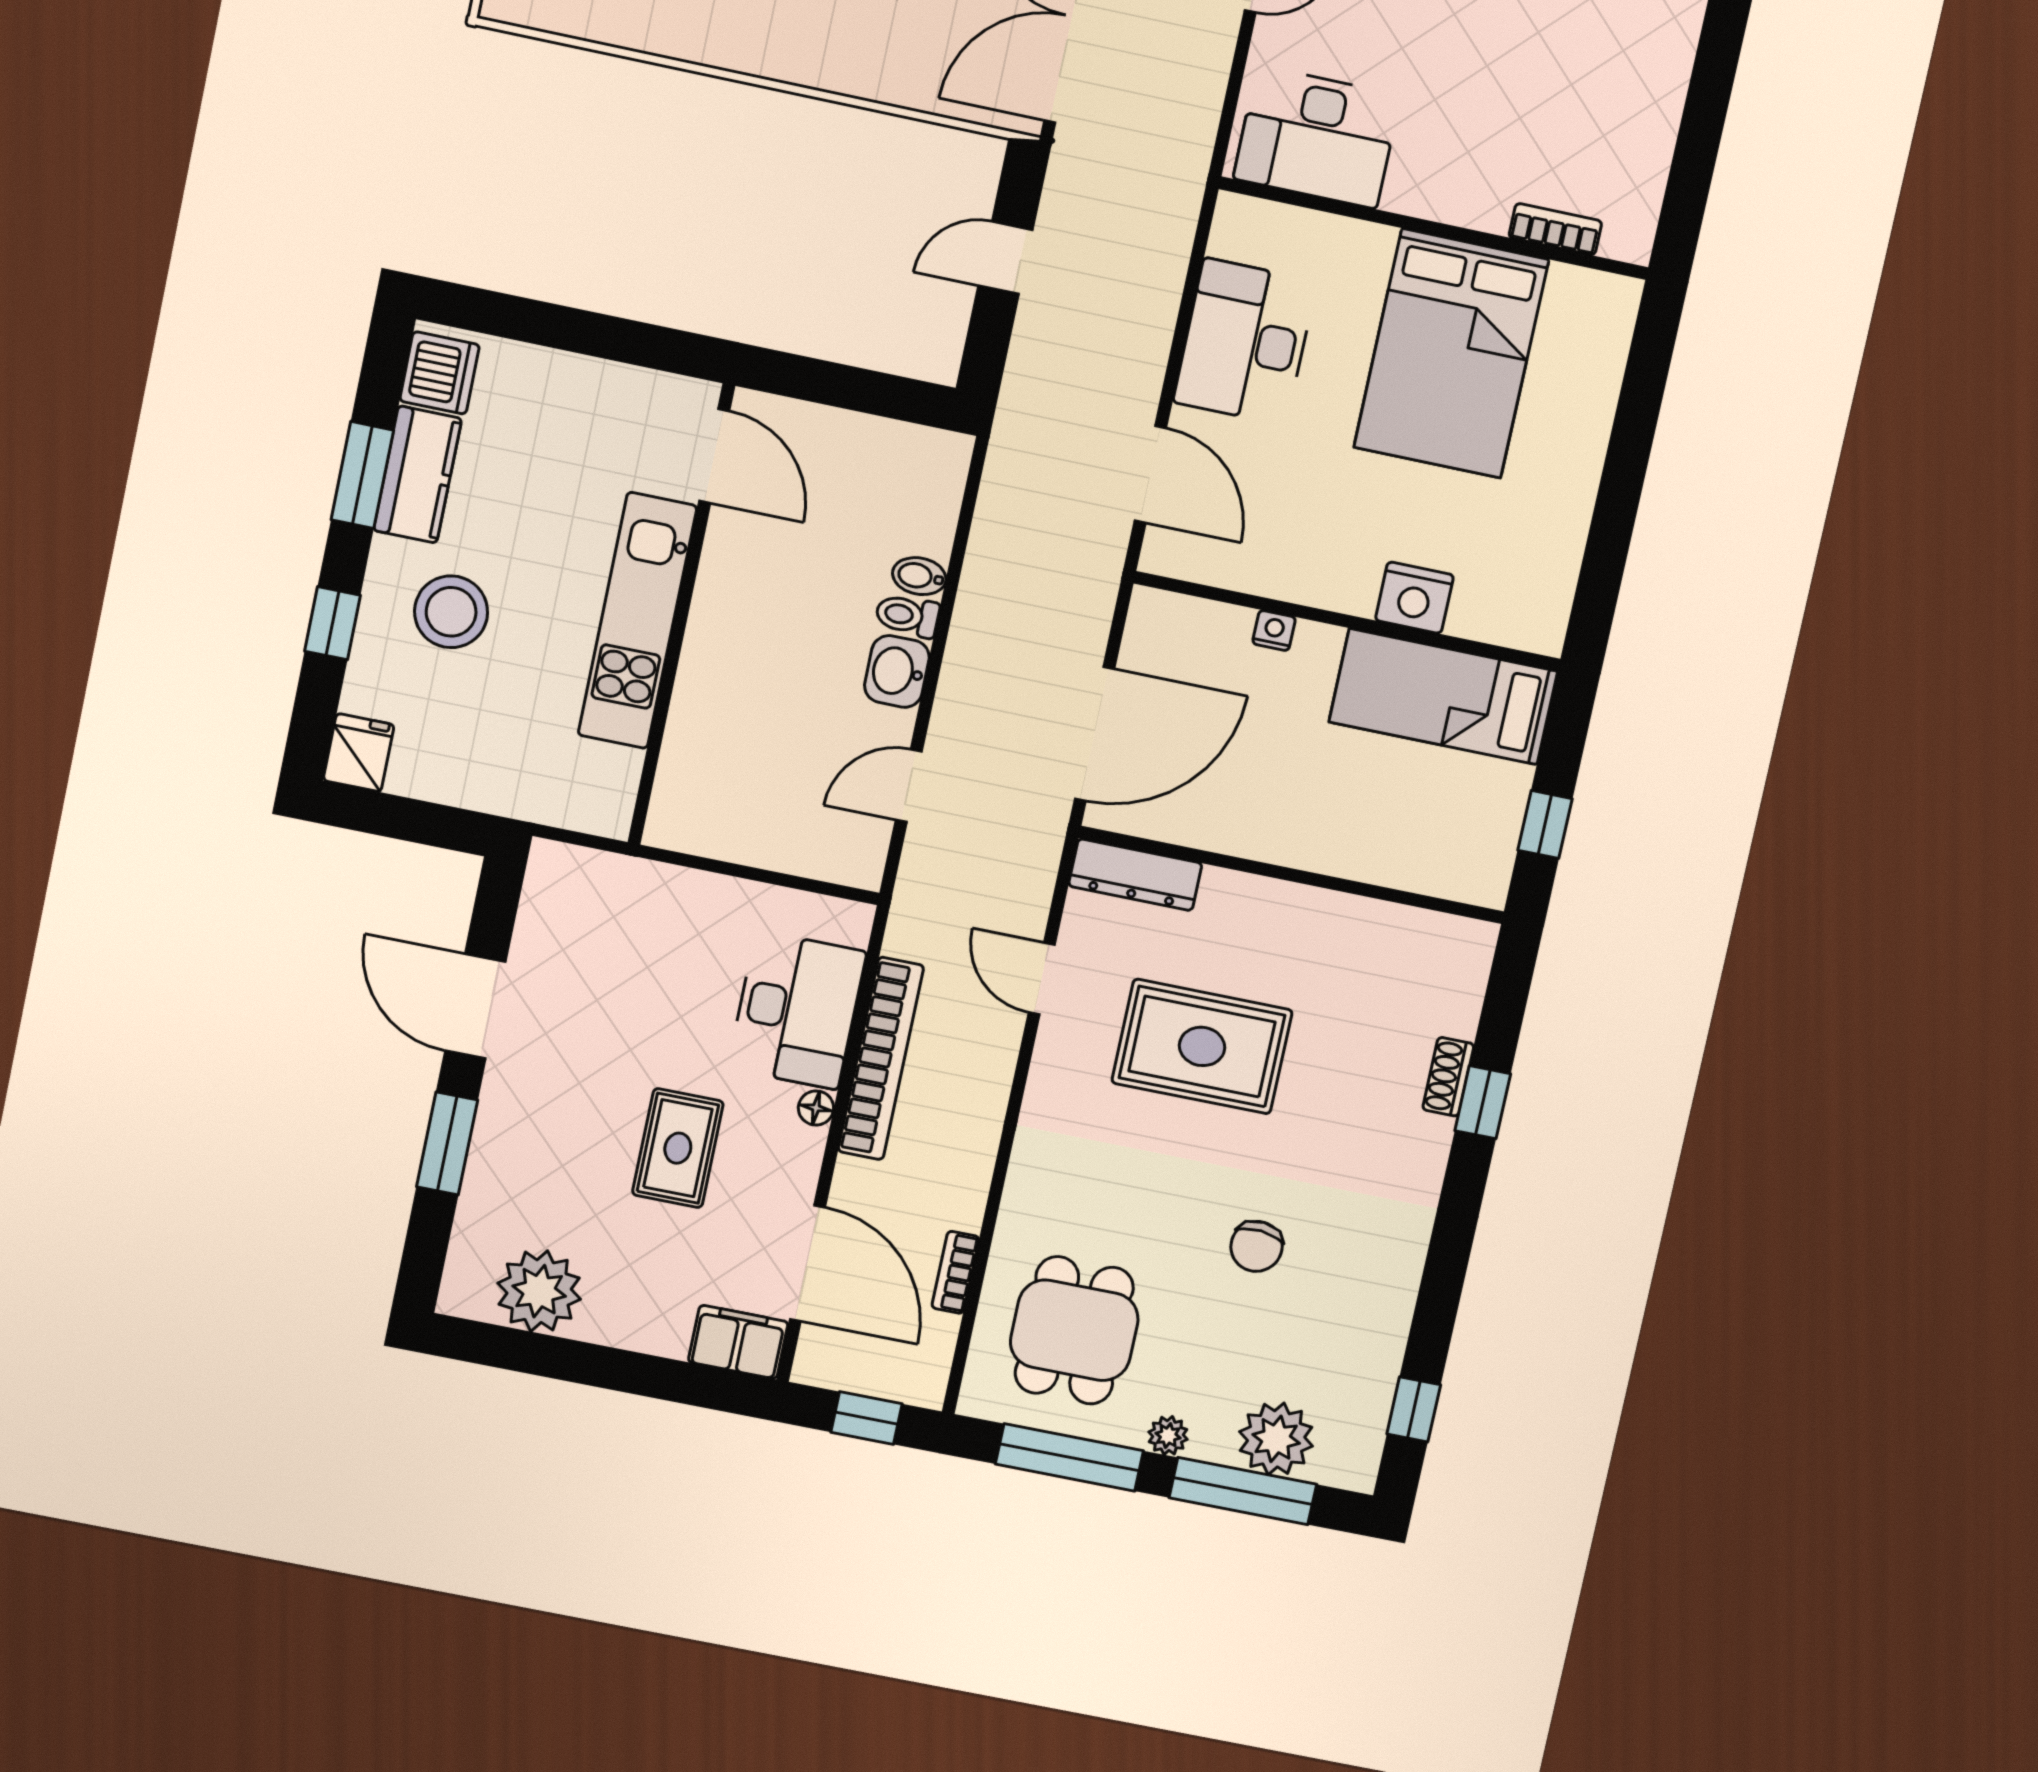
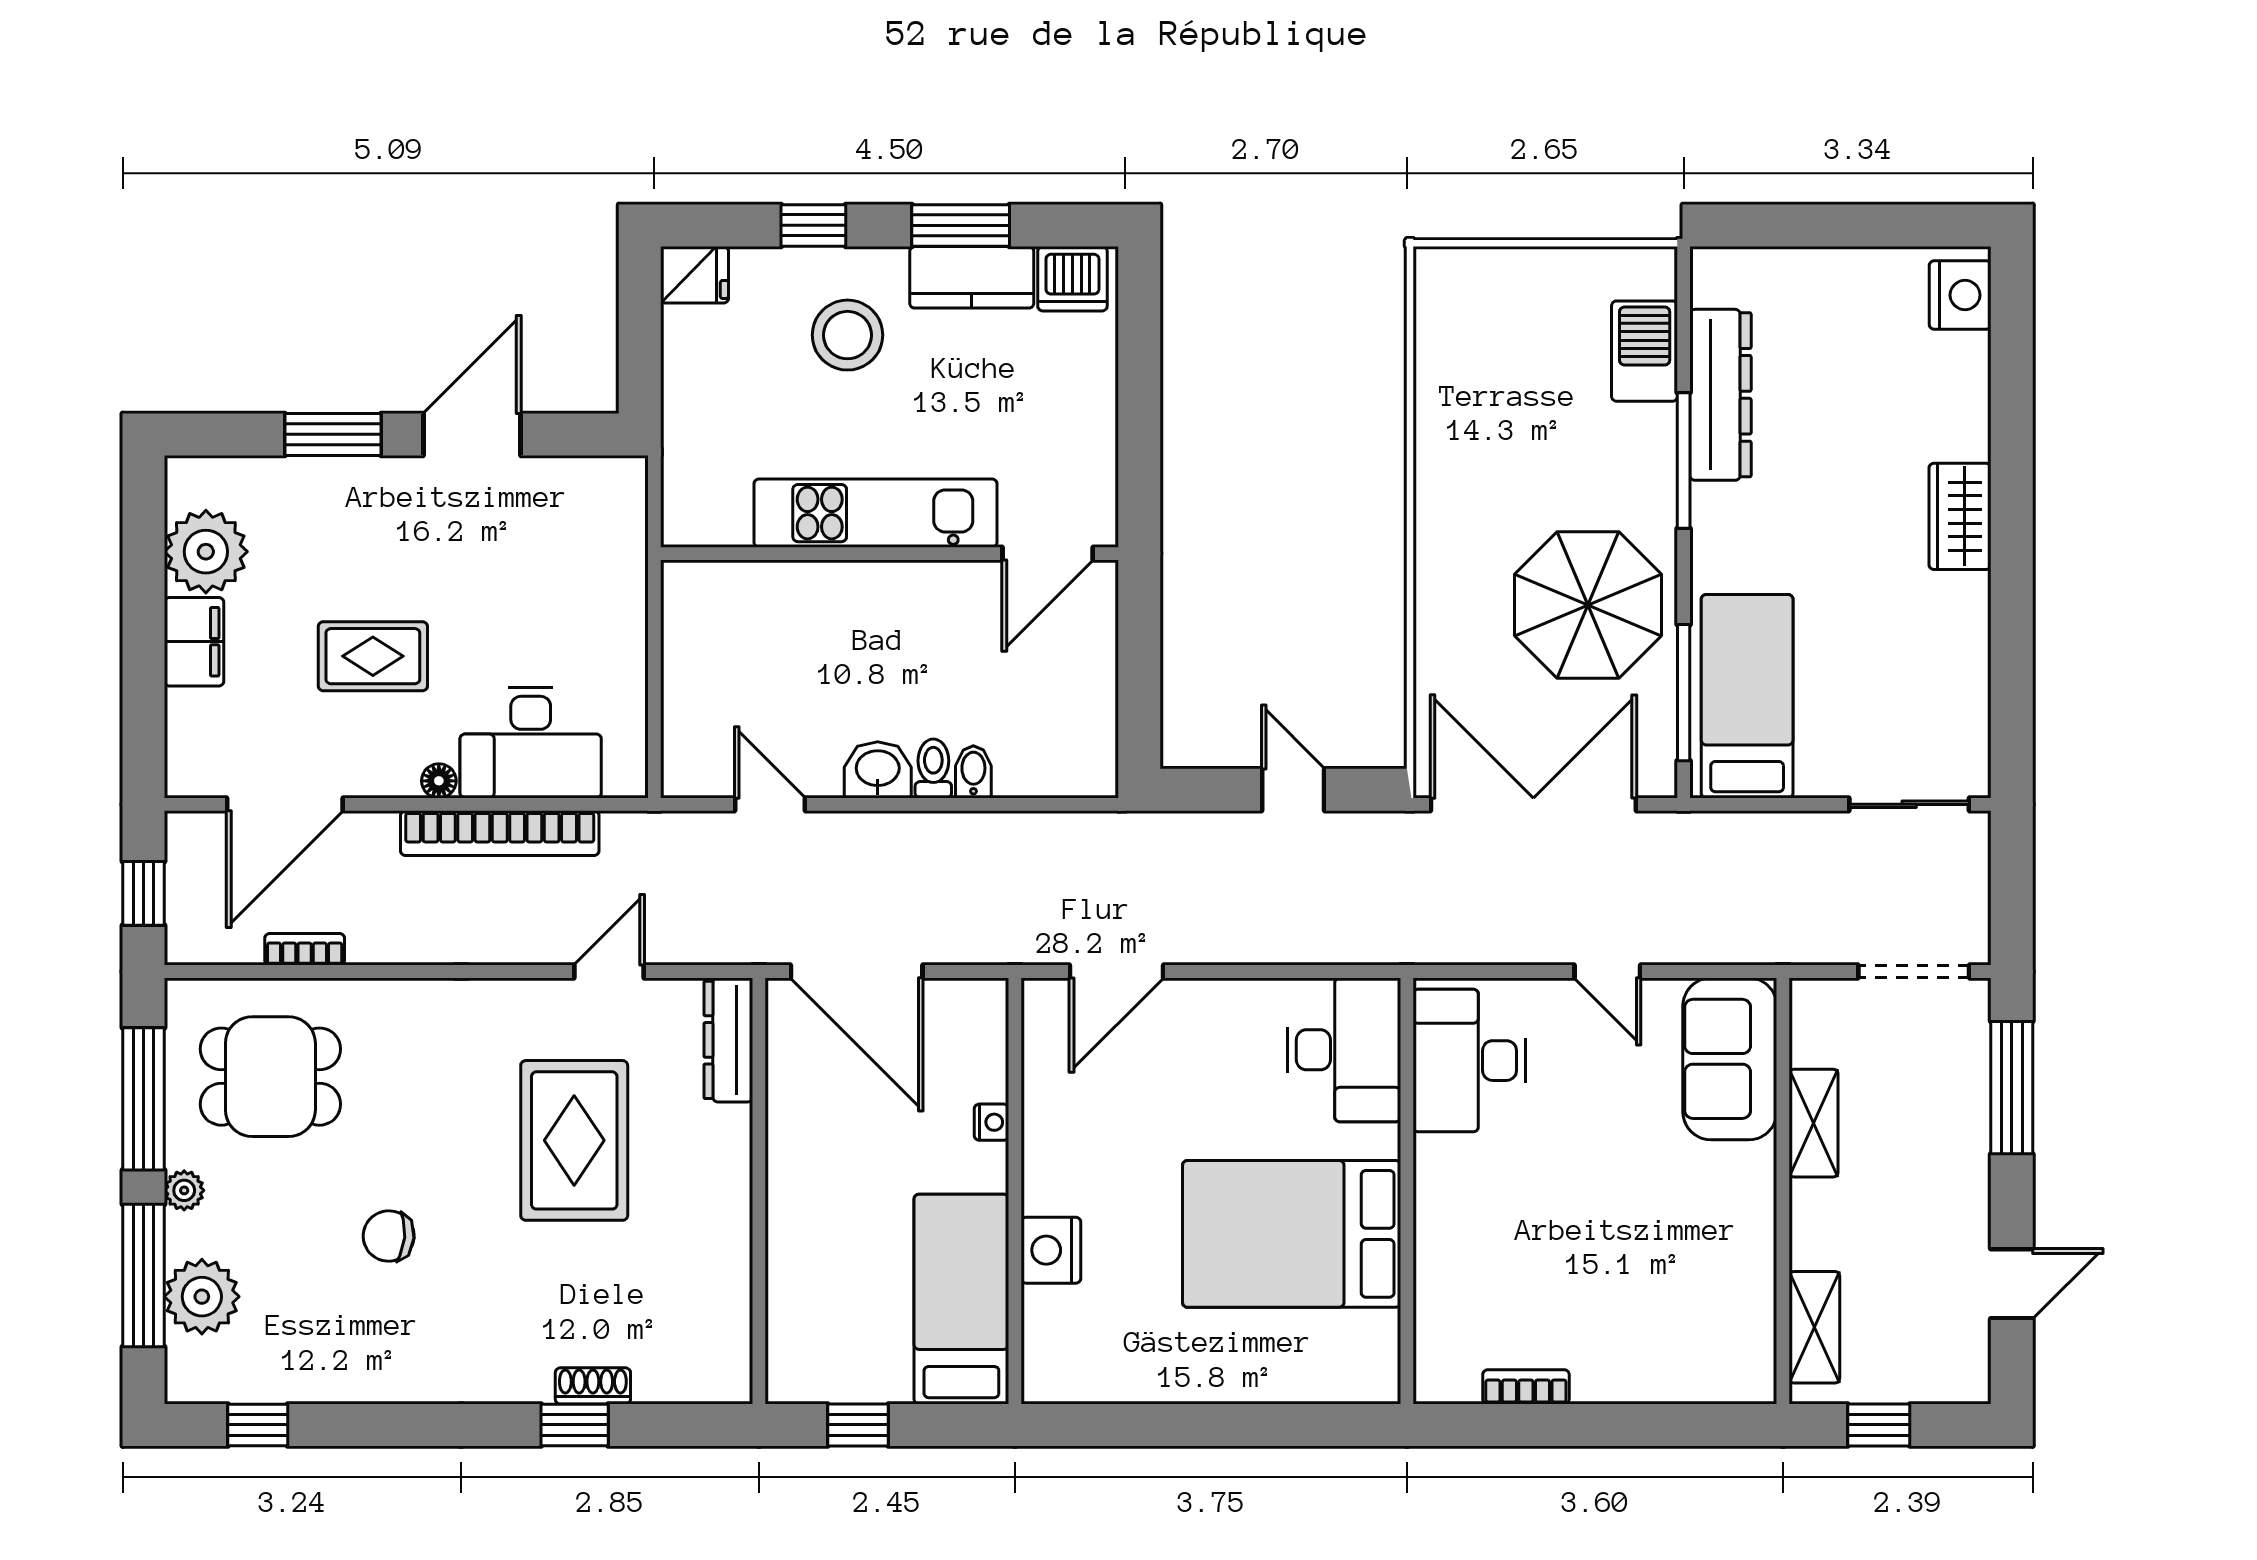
bookcase: (1555, 229) -> (1526, 1387), moved, turned -90
desk: (1245, 342) -> (1344, 1050), moved, turned 90
filing cabinet: (738, 1342) -> (194, 642), moved

